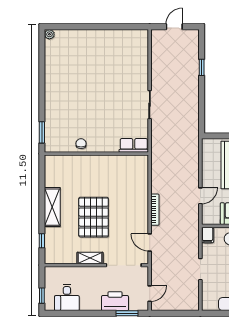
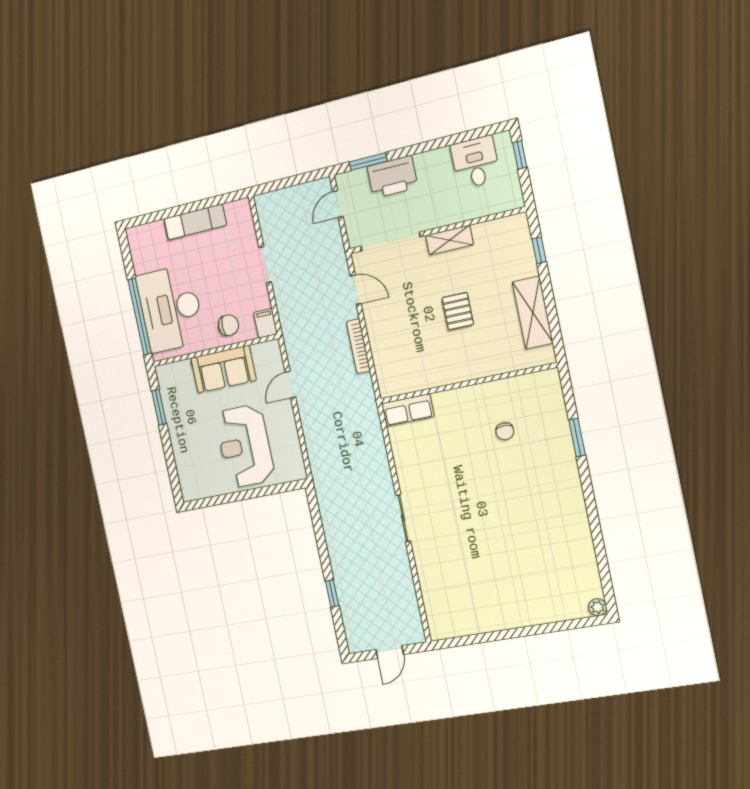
row of seats: (134, 145) -> (408, 410), moved
wall: (96, 154) -> (468, 383), moved
pallet: (94, 217) -> (458, 311), width x0.49, depth x0.50

